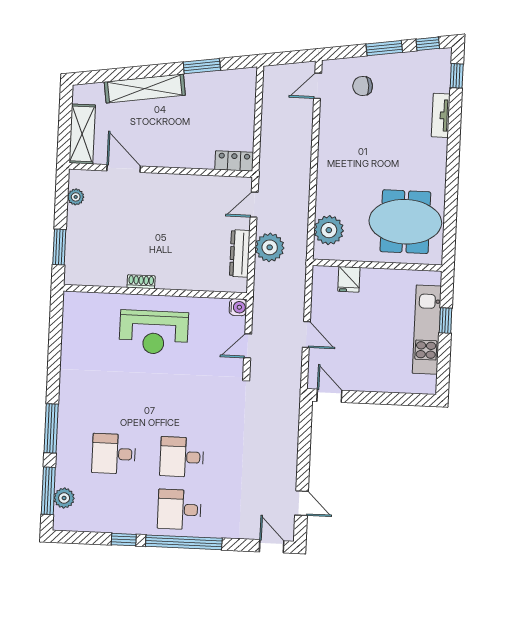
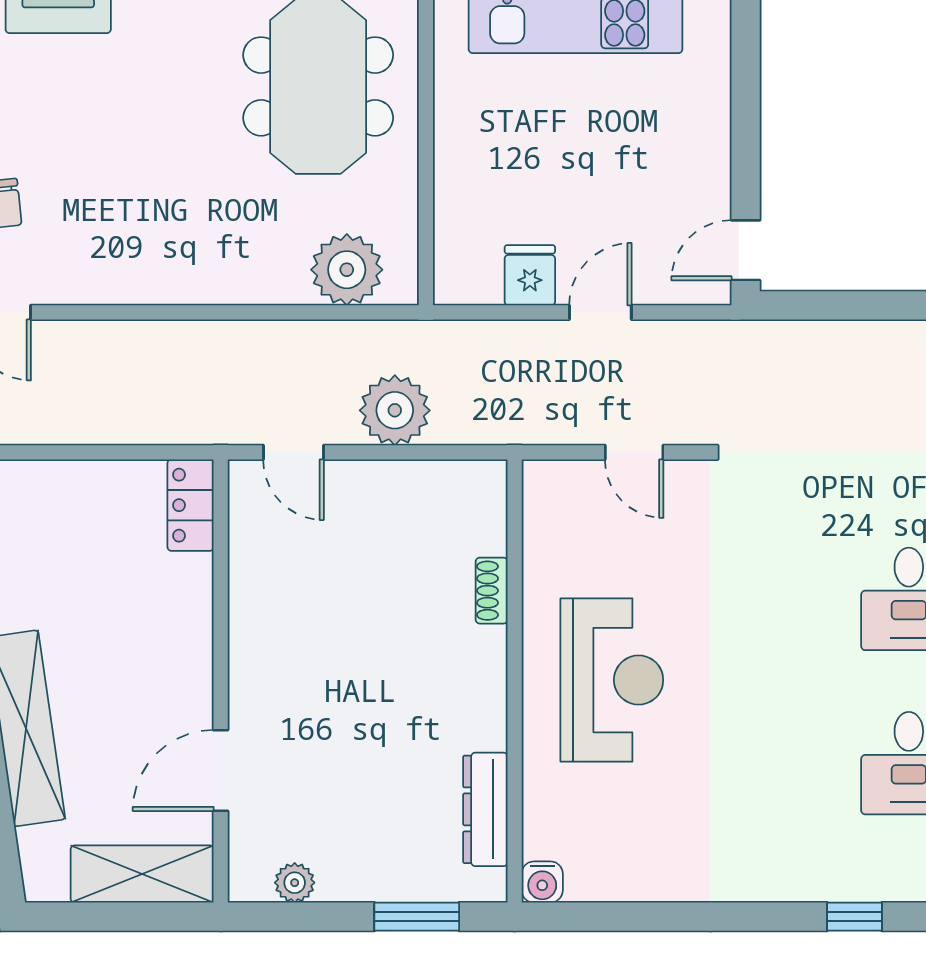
dresser: (240, 253) -> (485, 809), moved, turned 90
fridge: (349, 279) -> (530, 275), moved, turned -90
shoe rack: (141, 282) -> (492, 591), moved
water cooler: (238, 307) -> (542, 882), moved, turned 180
window: (51, 428) -> (854, 917), width x0.46

